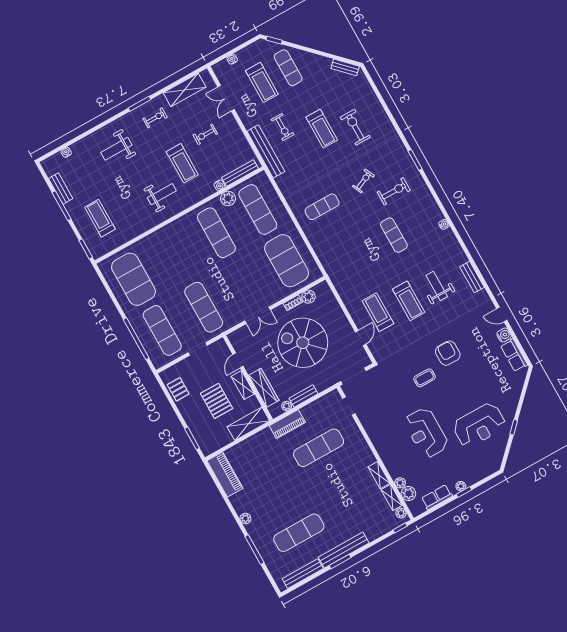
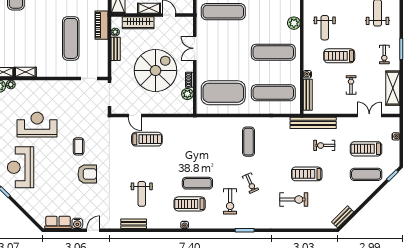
plant: (228, 198) -> (294, 23), moved
weight bench: (437, 286) -> (142, 194), turned 90
treadmill: (409, 301) -> (190, 204), moved

